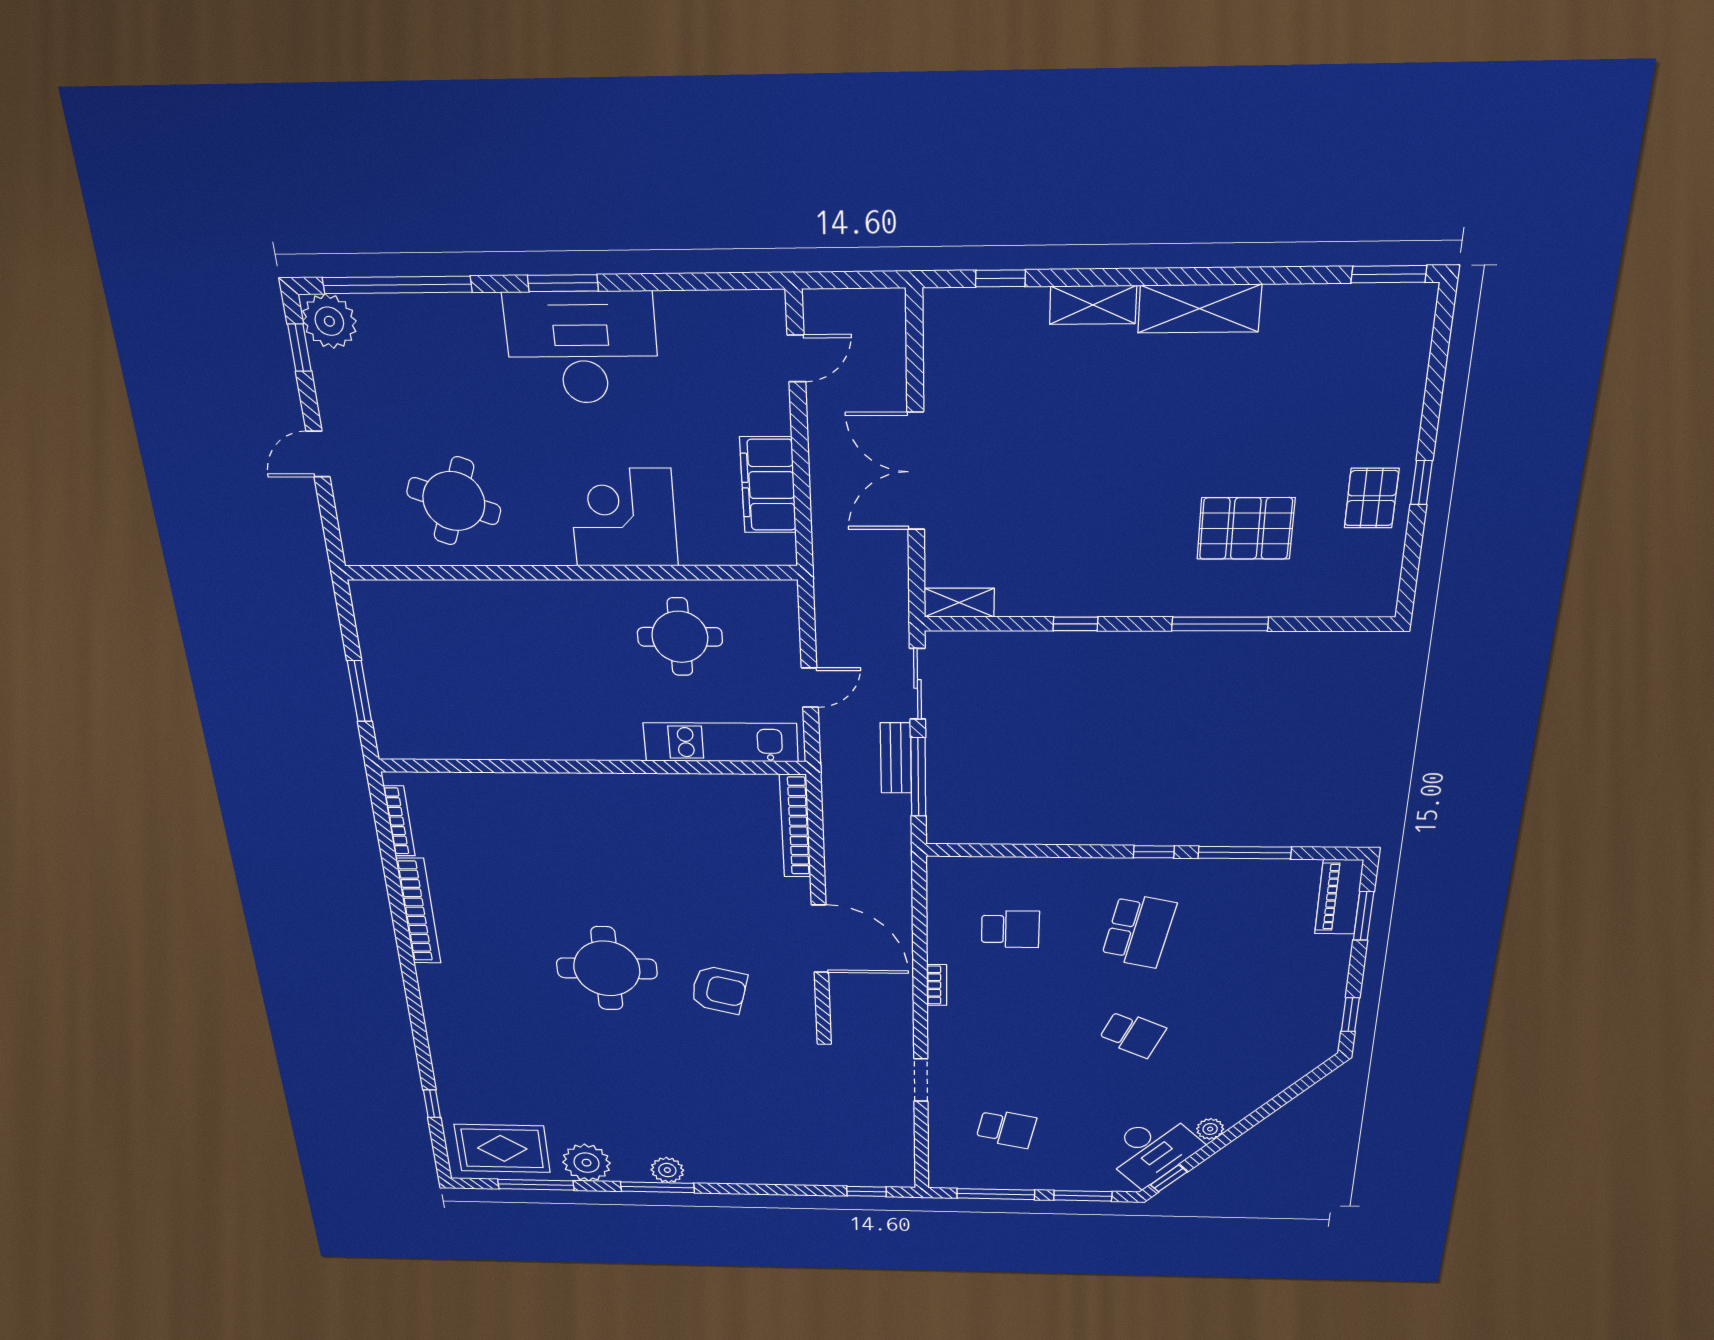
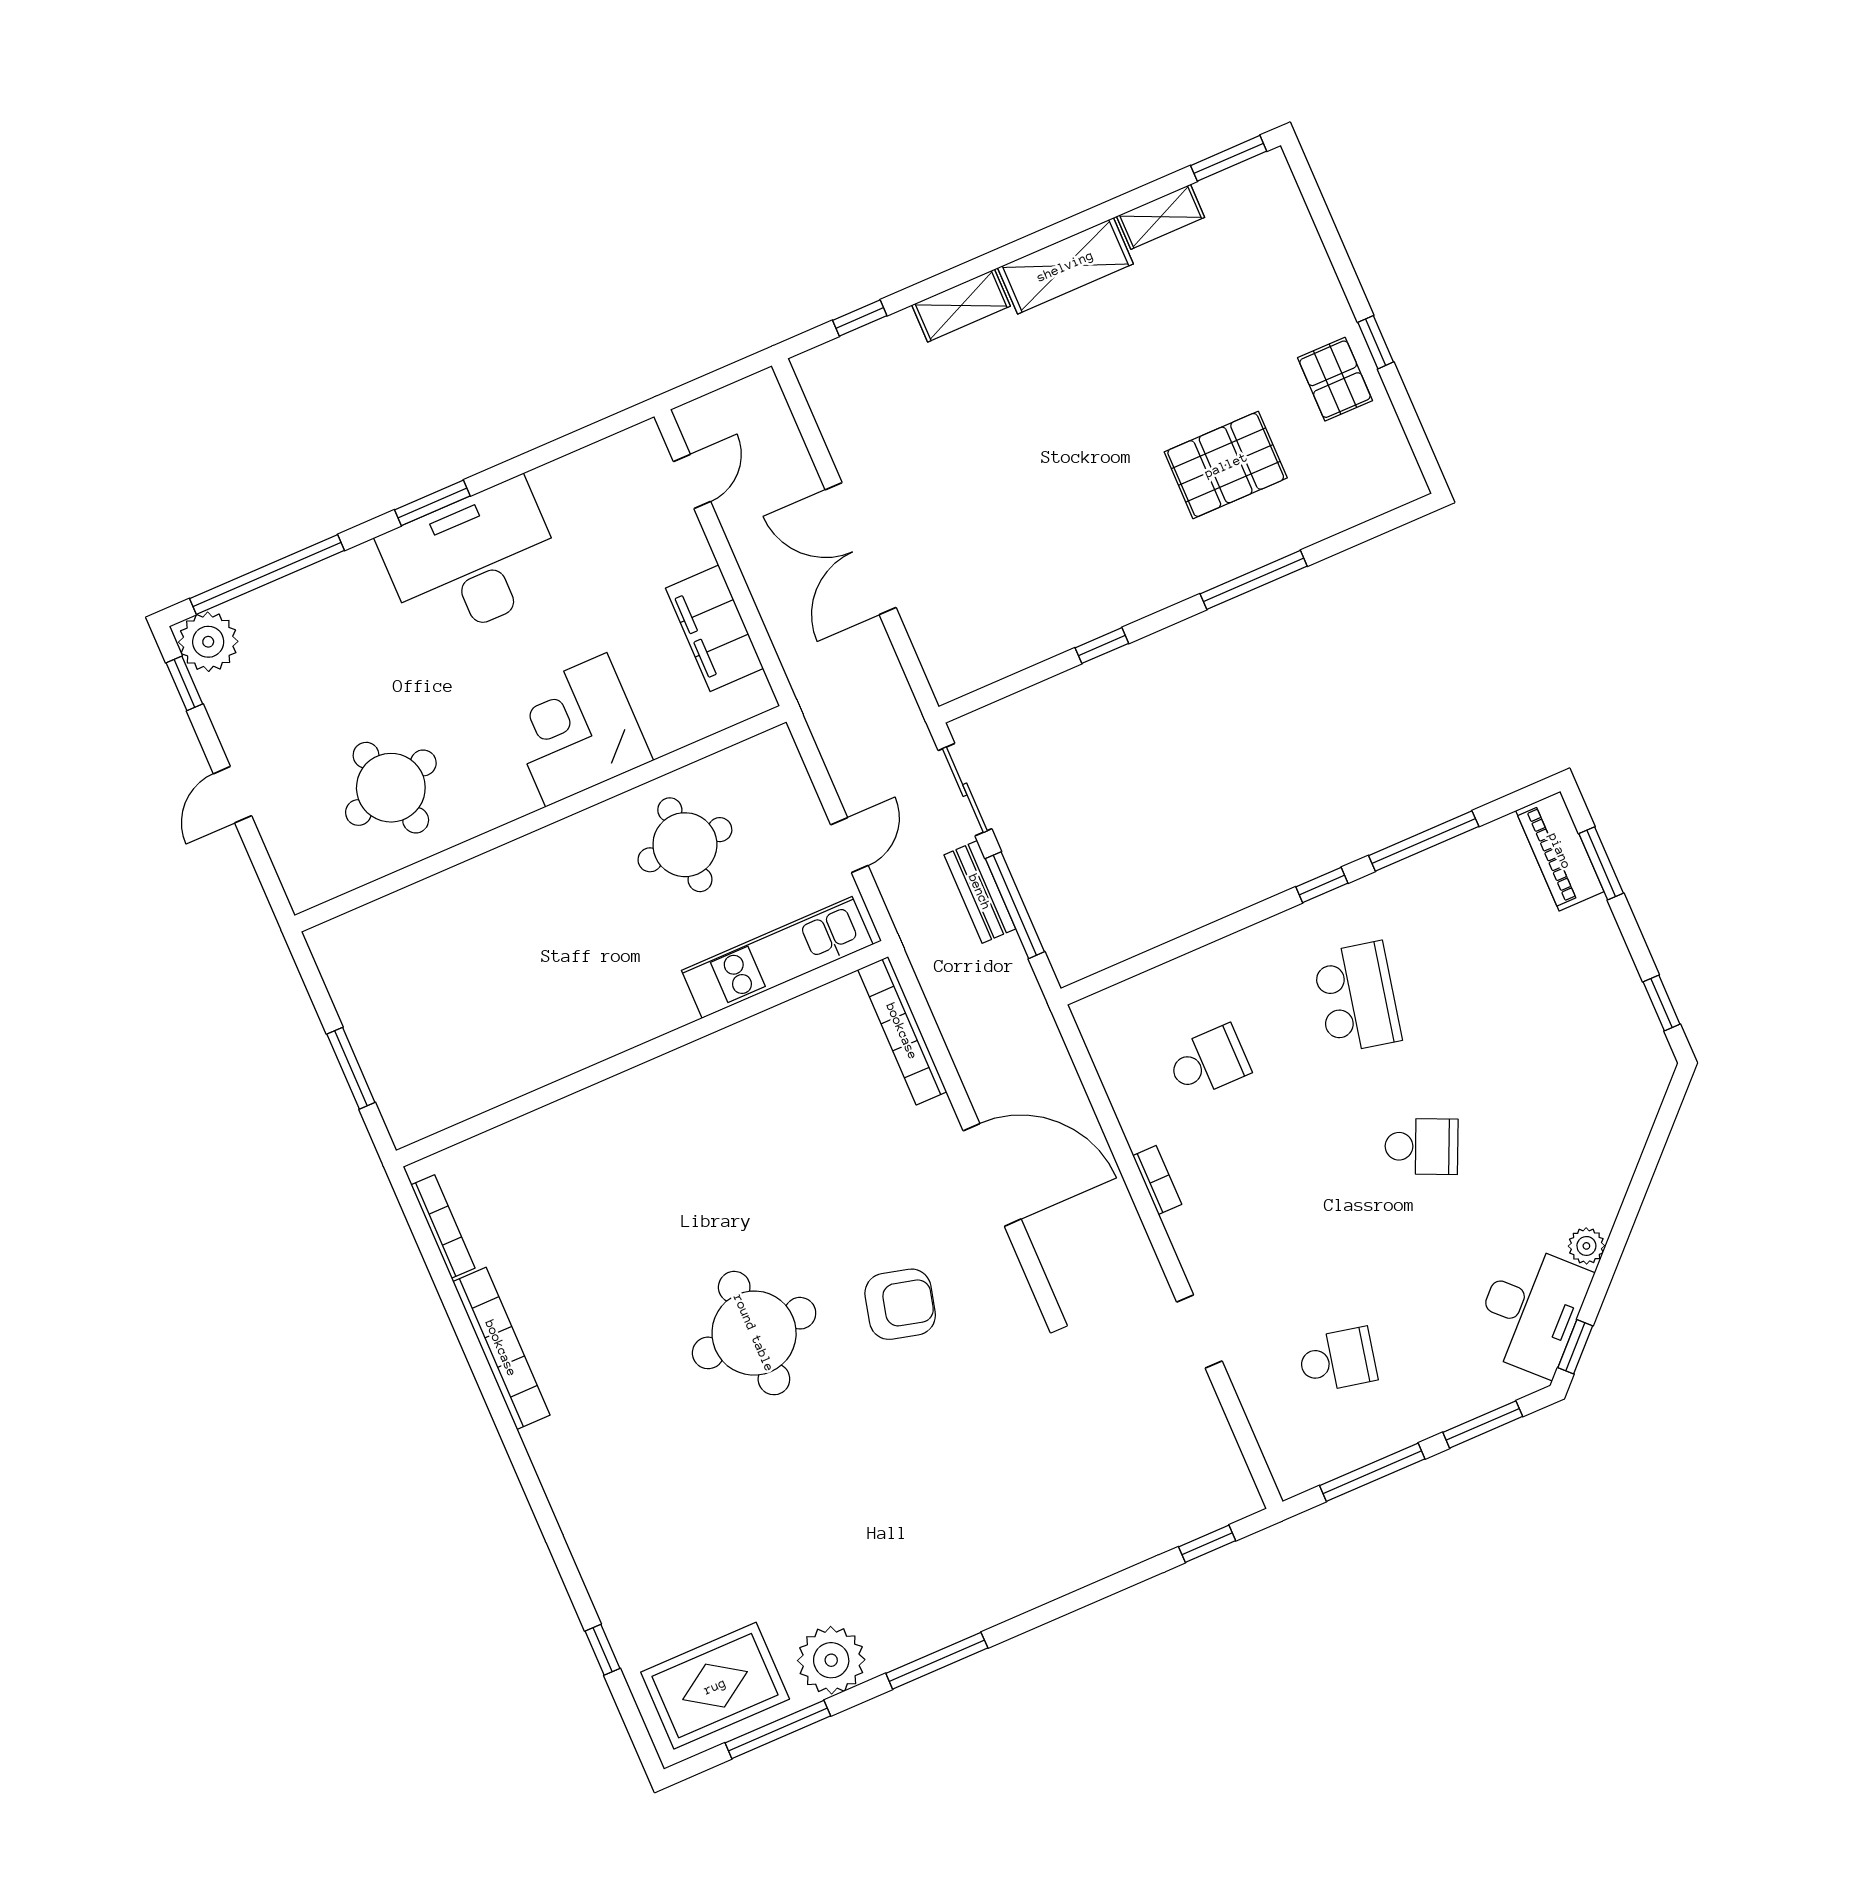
round table: (454, 501) -> (391, 788), turned -34
shelving: (959, 603) -> (1161, 217), moved
plant: (667, 1170) -> (939, 1625), removed

